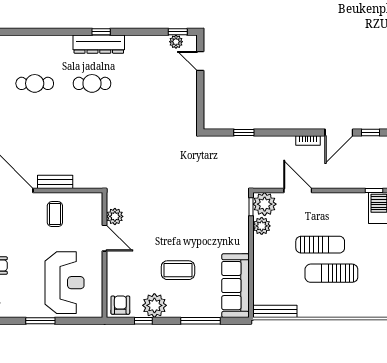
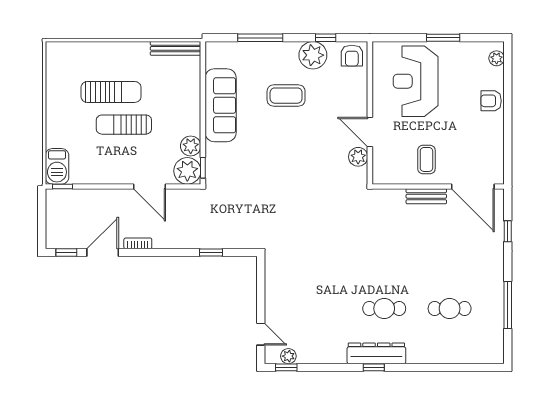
sofa: (235, 286) -> (221, 105), moved

